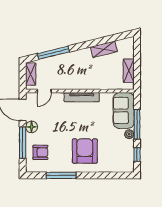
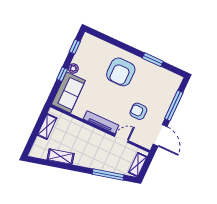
door: (44, 91) -> (121, 138), moved
window: (137, 124) -> (62, 74), width x0.46
floor lamp: (32, 127) -> (159, 116), removed
armchair: (40, 152) -> (138, 111), moved
window: (61, 175) -> (153, 60), width x0.69

